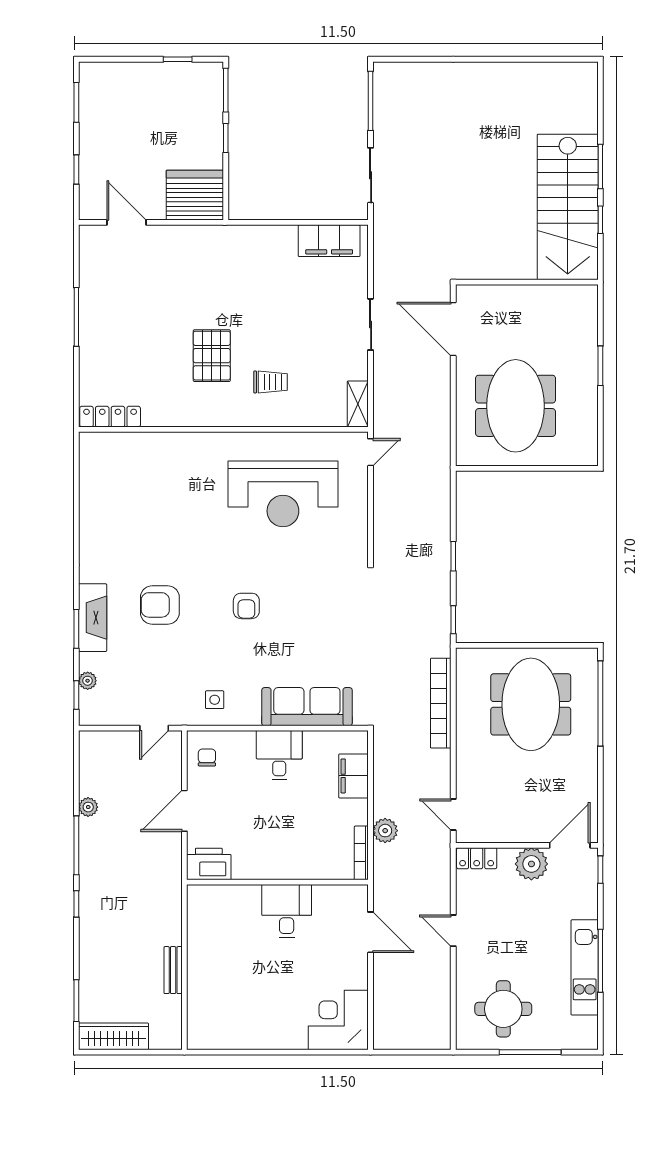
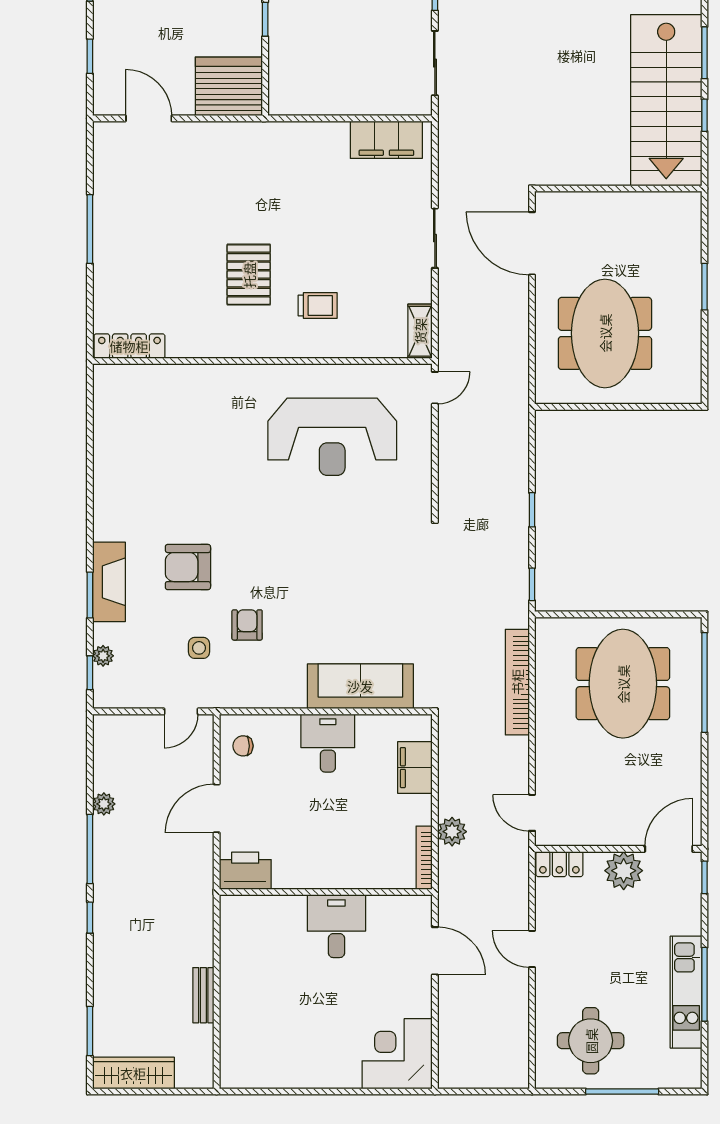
armchair: (246, 606) -> (247, 625), moved, turned 180
side table: (215, 700) -> (199, 648), moved
chair: (207, 757) -> (243, 746), turned -90

